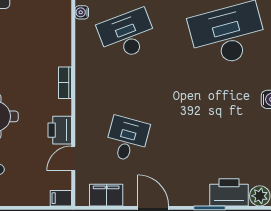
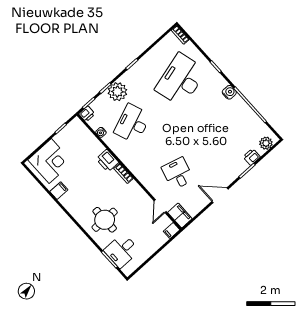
printer: (60, 130) -> (107, 161), moved
printer: (229, 192) -> (252, 157), width x0.53, depth x0.68
filing cabinet: (106, 195) -> (180, 216), moved, turned 90

